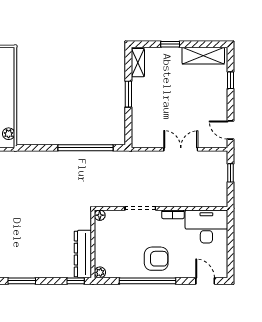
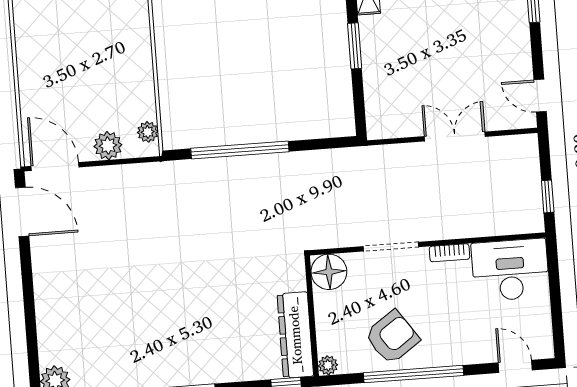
window: (85, 148) -> (240, 150), moved
window: (230, 173) -> (548, 196), moved
floor lamp: (100, 215) -> (329, 272), width x1.89, depth x1.89
armchair: (156, 259) -> (392, 337), moved, turned -35

